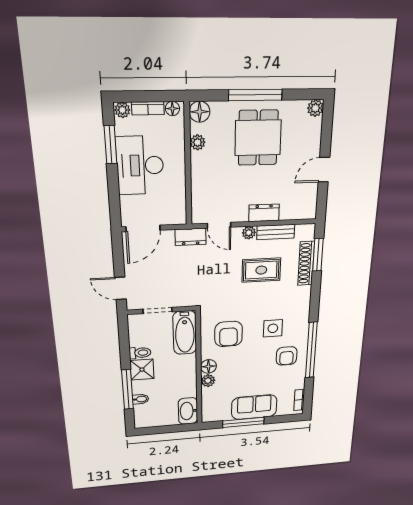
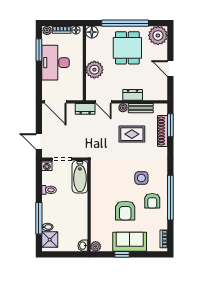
window: (255, 95) -> (125, 23), width x1.46
plant: (315, 108) -> (158, 35), width x1.88, depth x1.88
plant: (198, 142) -> (94, 70), moved, width x1.88, depth x1.88
door: (324, 170) -> (170, 68), hinge flipped
door: (143, 228) -> (55, 102), hinge flipped
washing machine: (135, 321) -> (47, 166), added
armchair: (229, 334) -> (125, 211), moved
floor lamp: (209, 366) -> (96, 205), removed
shower: (142, 370) -> (50, 240), moved
plant: (208, 381) -> (96, 246), moved
washbasin: (188, 411) -> (83, 246), width x0.52, depth x0.69
window: (243, 422) -> (122, 254), width x0.46

